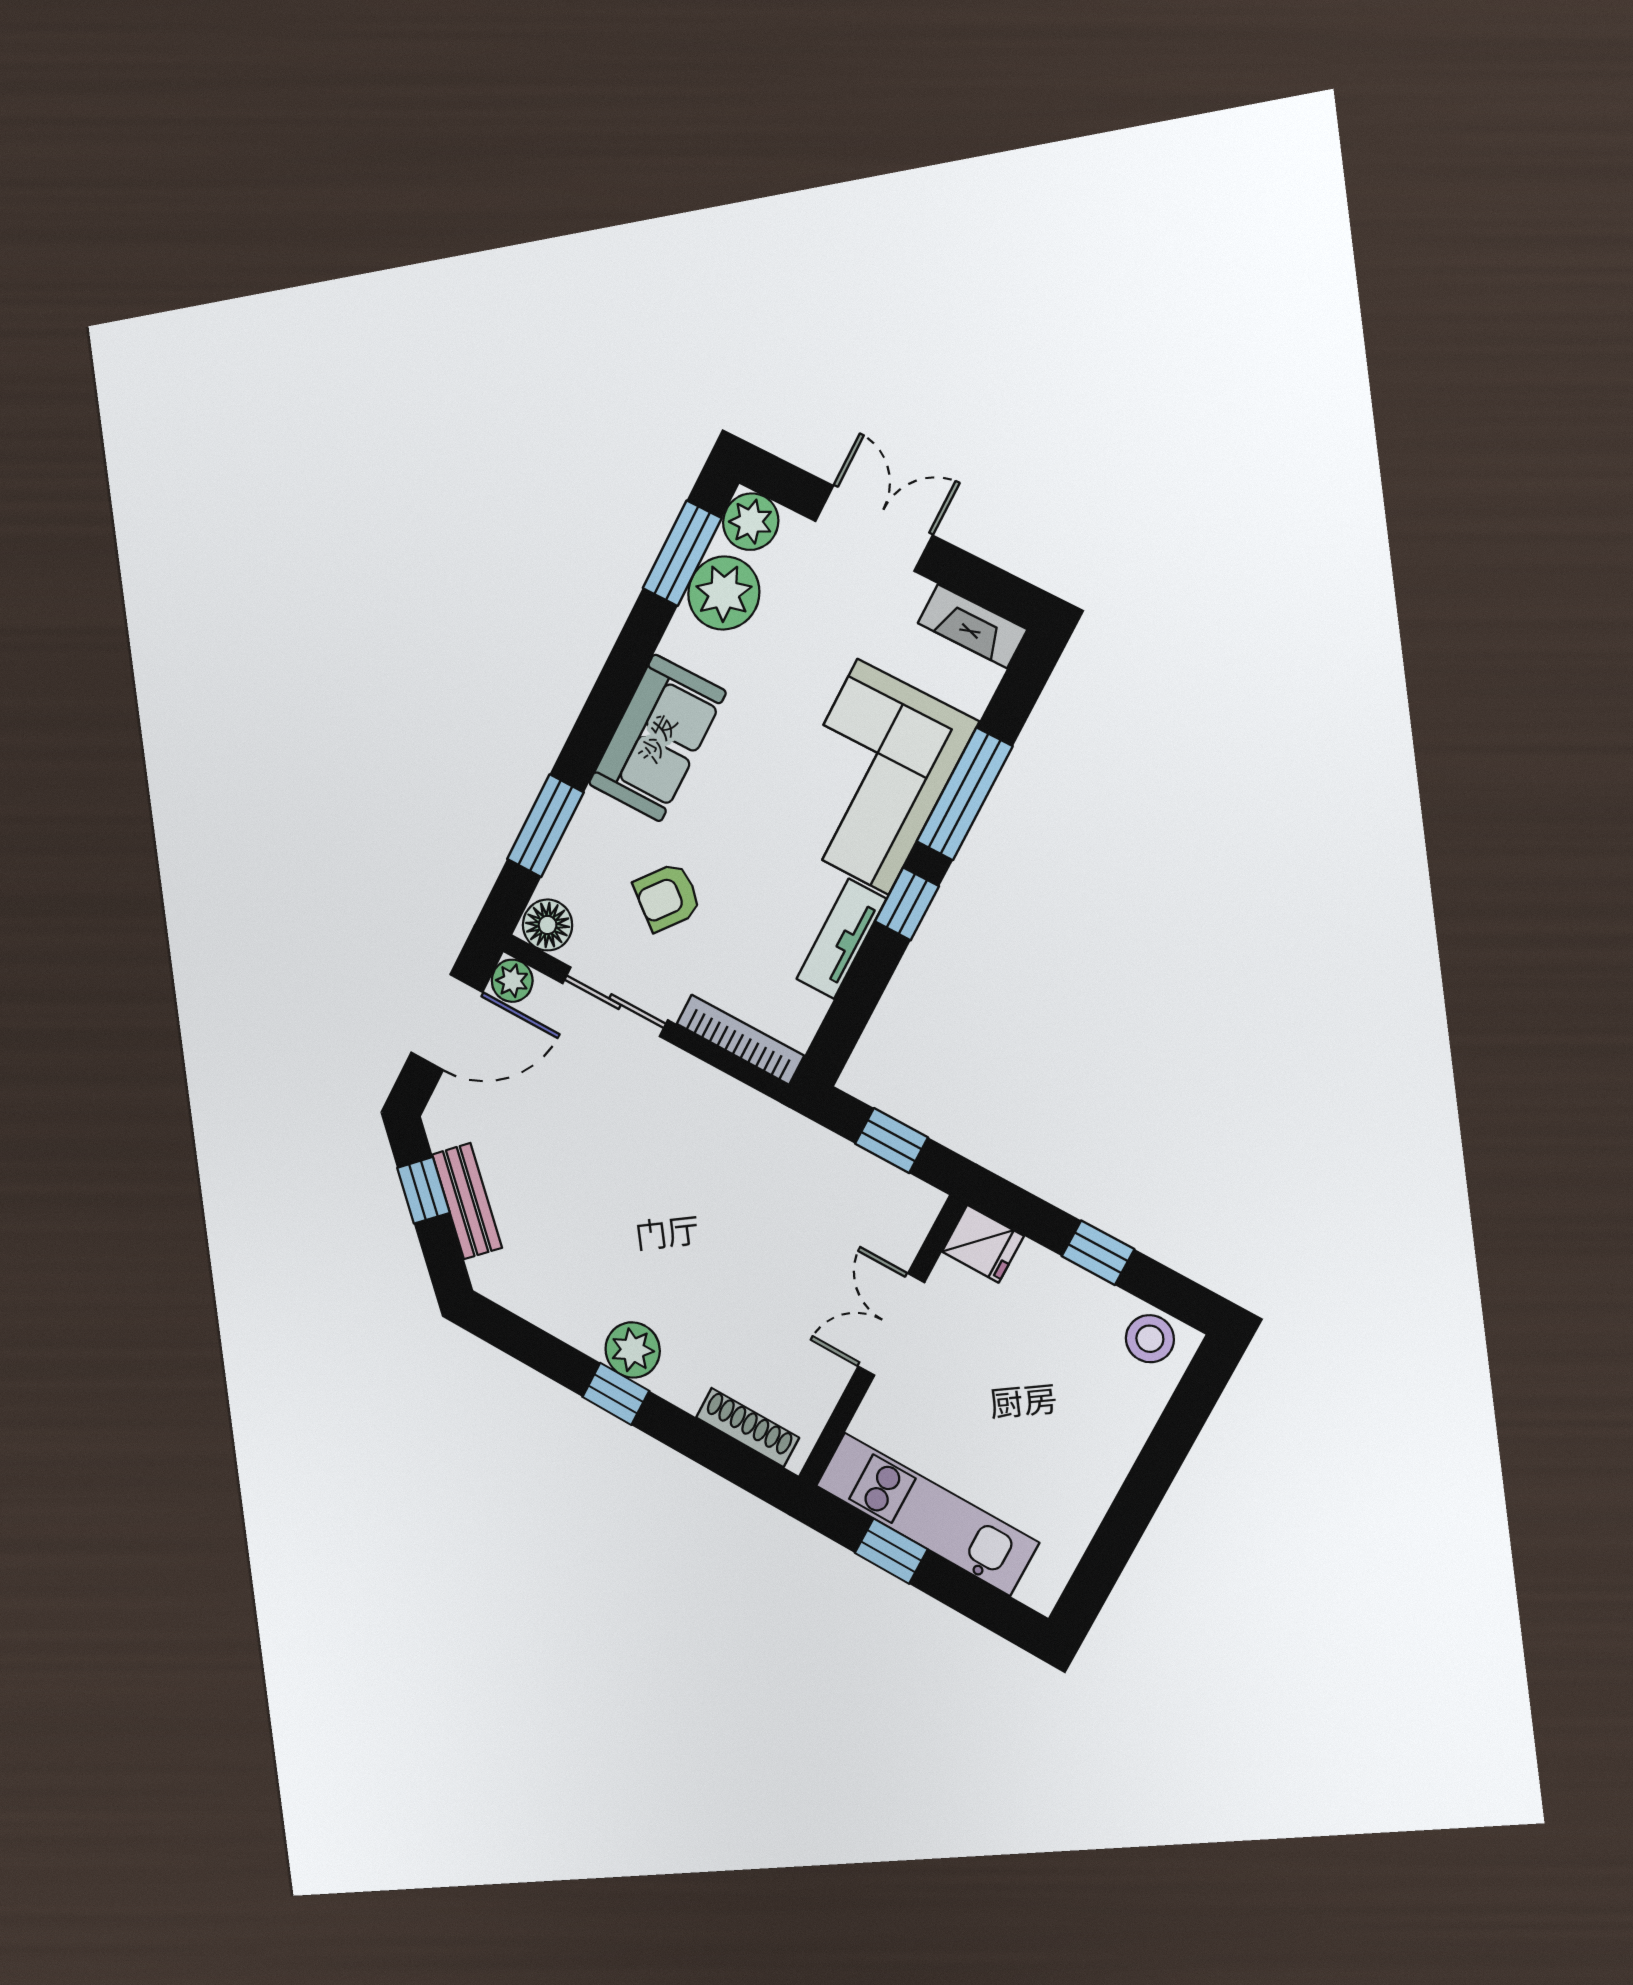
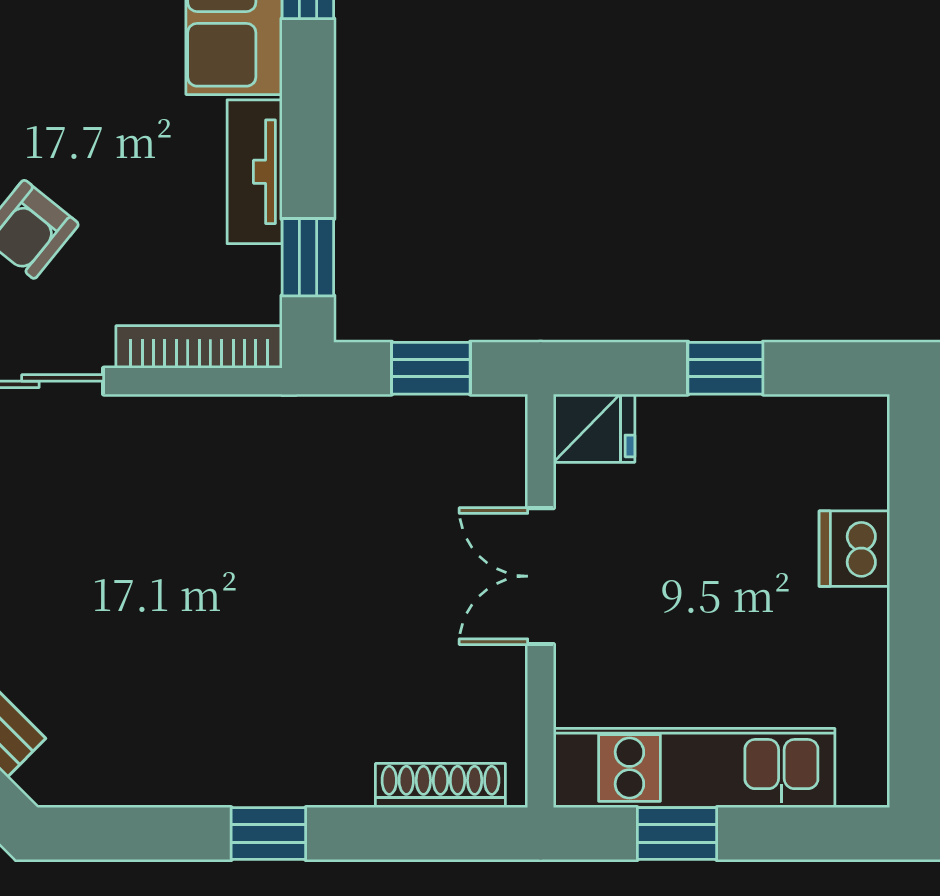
window: (907, 904) -> (308, 257), moved
stool: (1150, 1339) -> (832, 432), removed
plant: (633, 1350) -> (261, 772), removed
dishwasher: (1121, 1428) -> (854, 549), added

